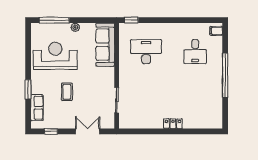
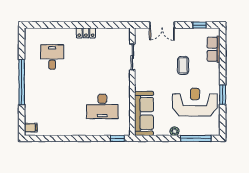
desk: (195, 52) -> (52, 57), moved
reception desk: (55, 56) -> (195, 102), turned 180
window: (28, 89) -> (223, 95), moved
locker: (173, 124) -> (86, 33), moved

